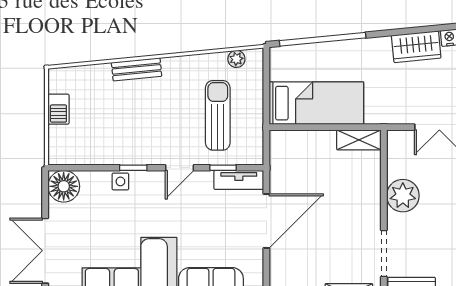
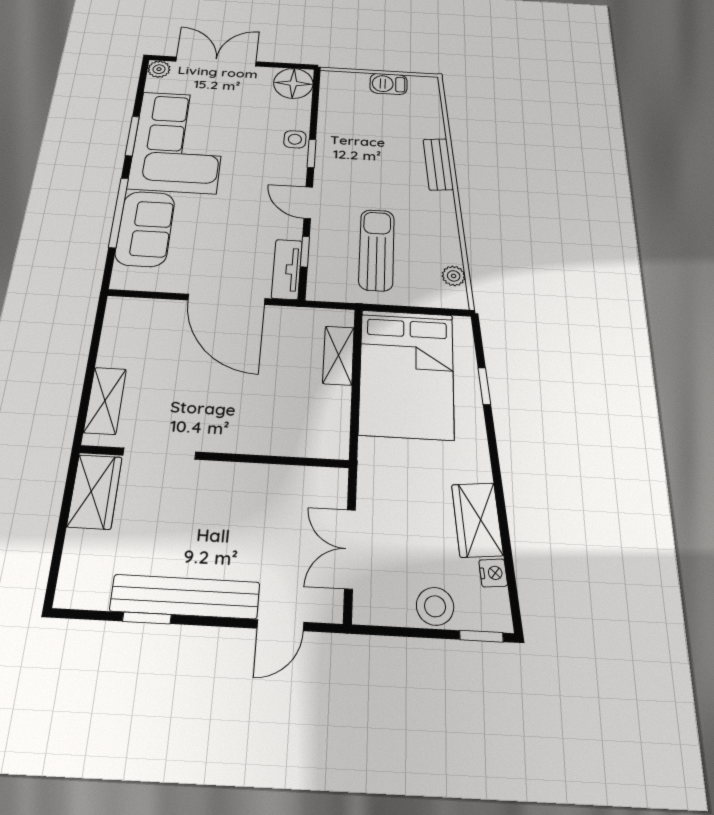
window: (323, 39) -> (484, 386), width x0.32
bed: (316, 103) -> (407, 373), width x1.50
sun lounger: (218, 115) -> (377, 250), turned -90
shelving: (359, 140) -> (338, 355), moved
plant: (403, 196) -> (246, 487), removed

